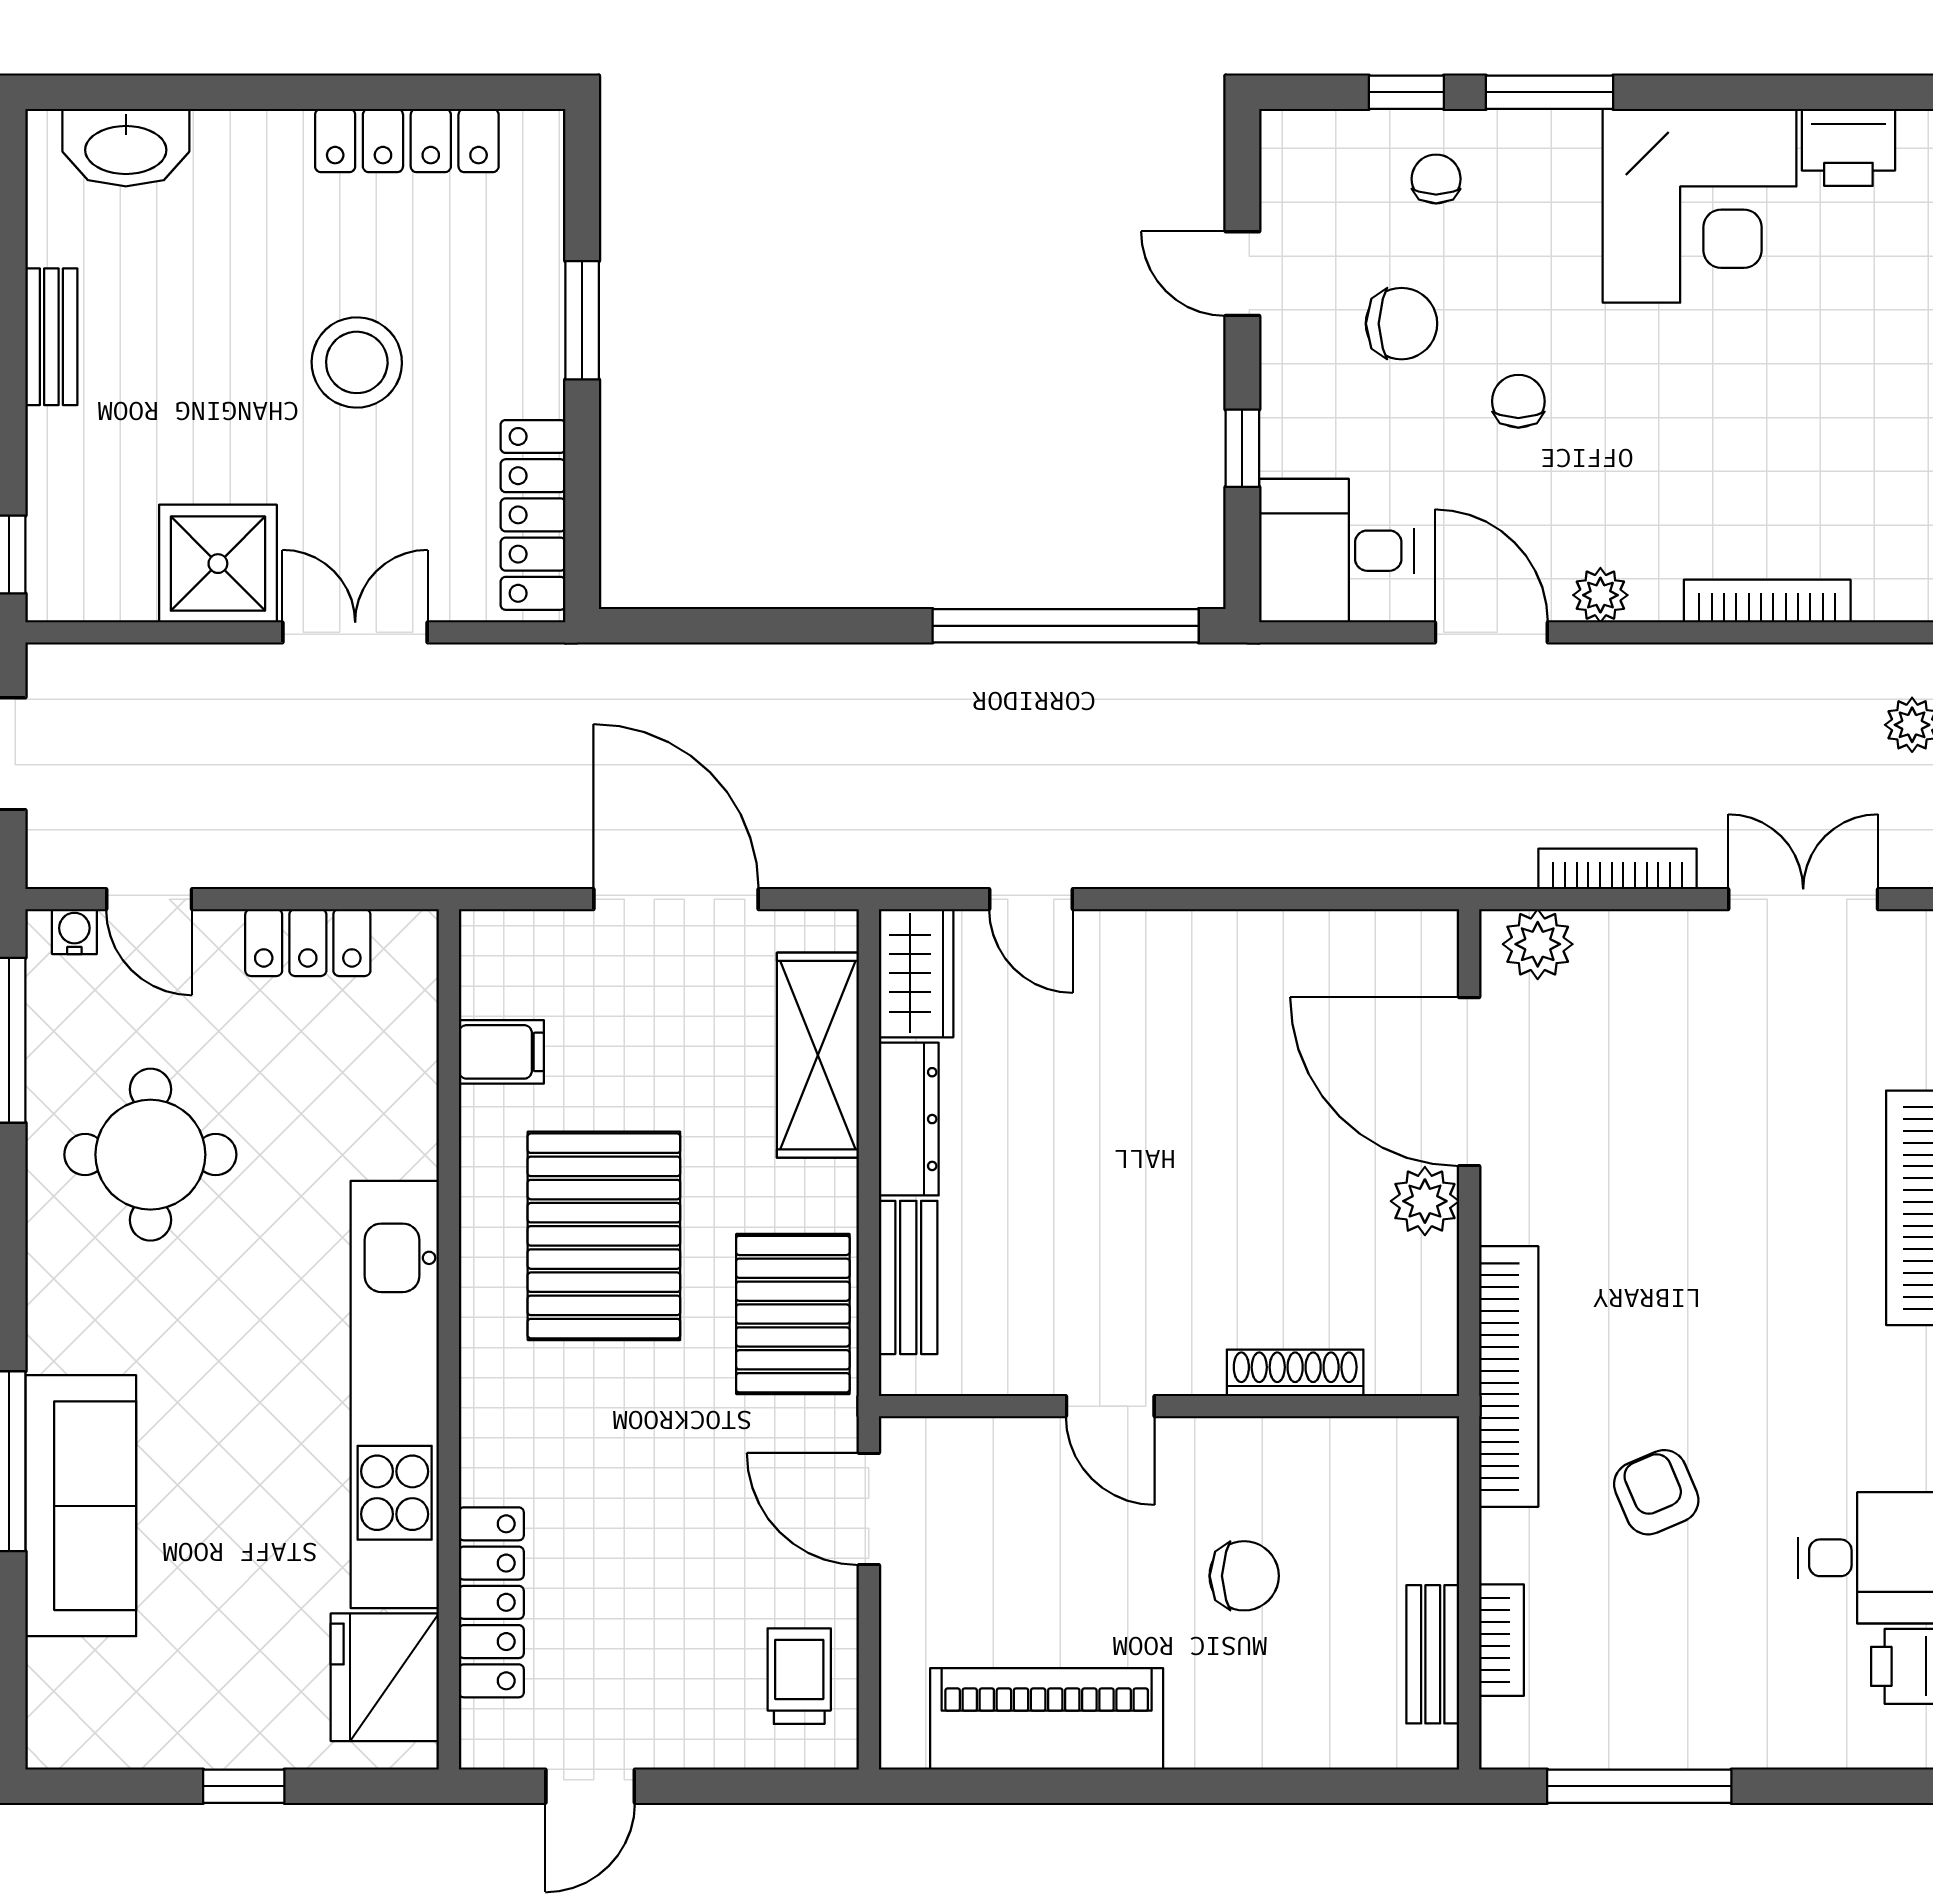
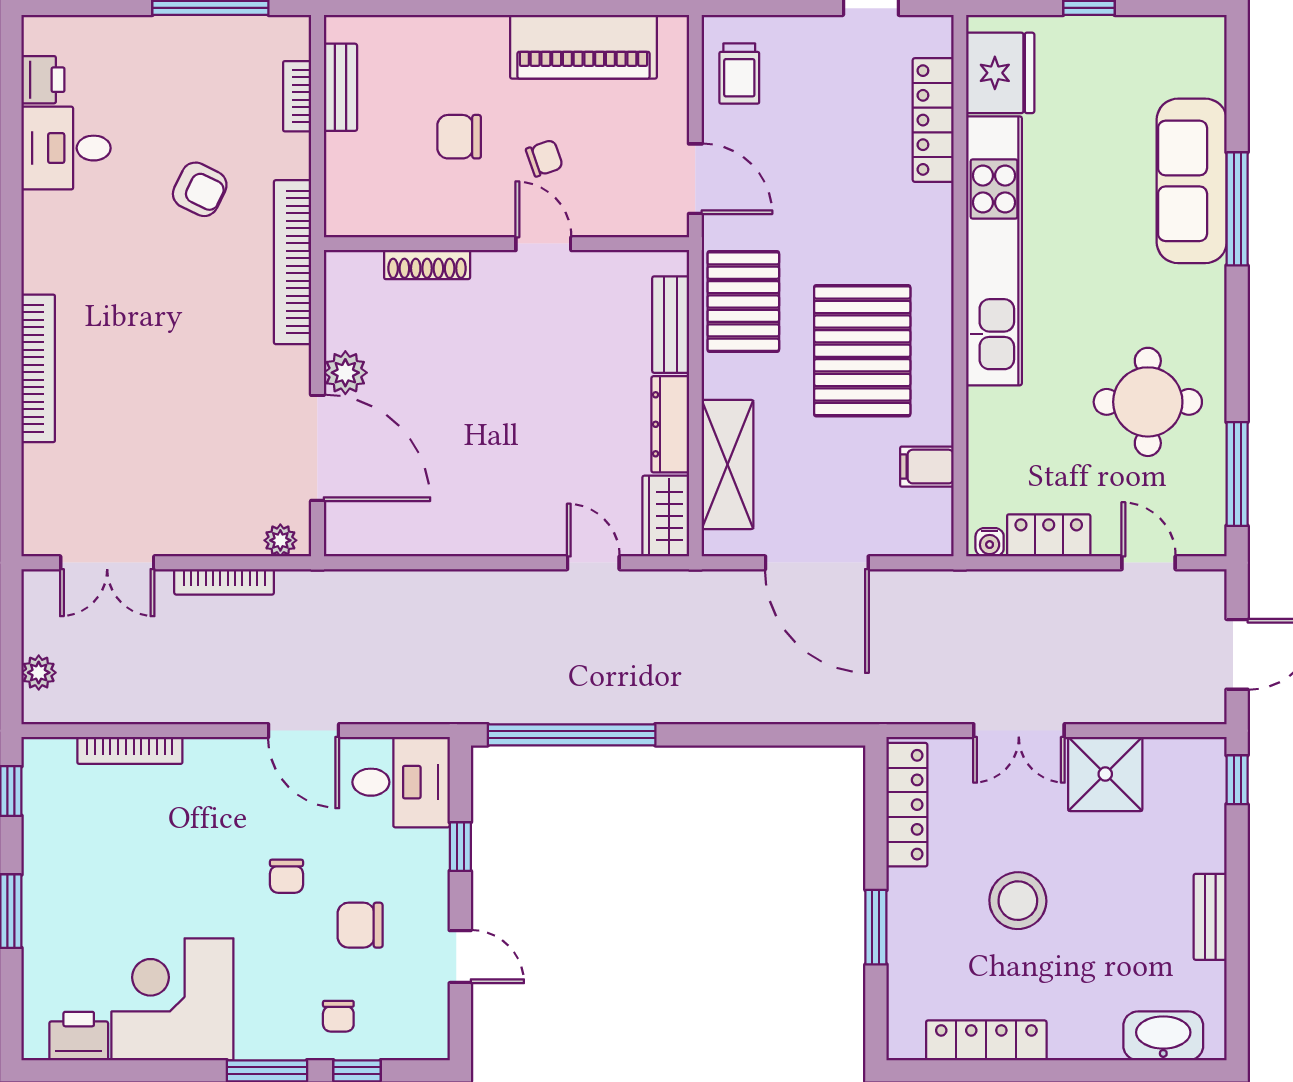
plant: (1600, 595) -> (235, 754), removed
water cooler: (74, 932) -> (990, 542), moved
plant: (1538, 944) -> (280, 540), width x0.73, depth x0.73
armchair: (1656, 1492) -> (200, 189), turned -41
chair: (1109, 1542) -> (544, 158), added

